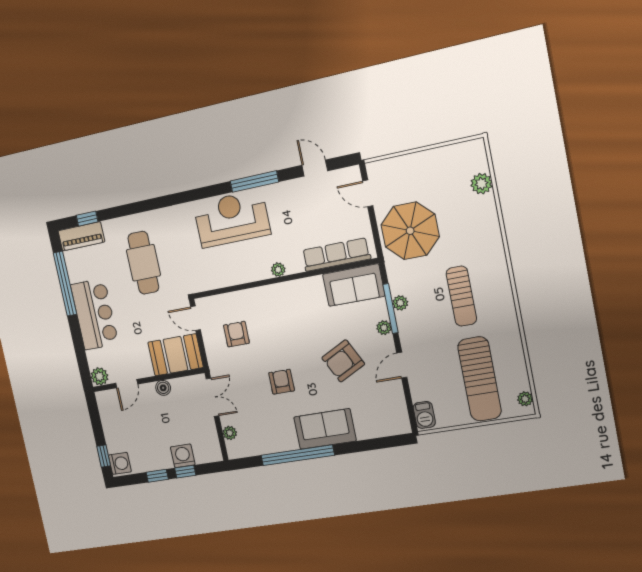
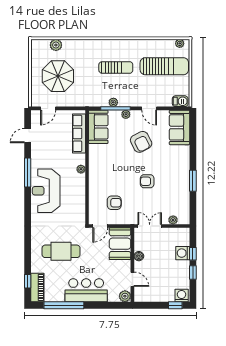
parasol: (410, 231) -> (58, 76), moved
armchair: (236, 334) -> (114, 203), turned 180
sofa: (325, 429) -> (179, 127), moved
window: (298, 455) -> (193, 181), width x0.47

